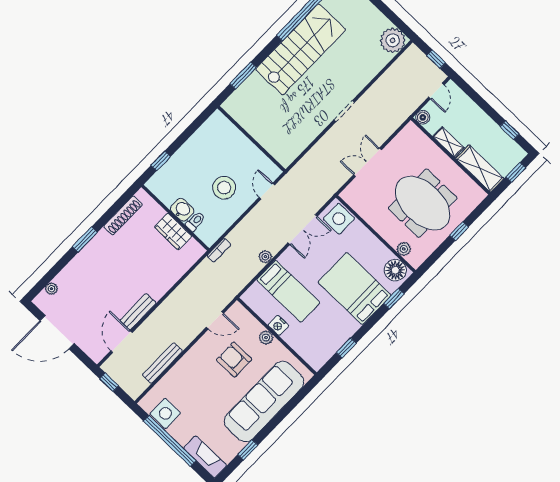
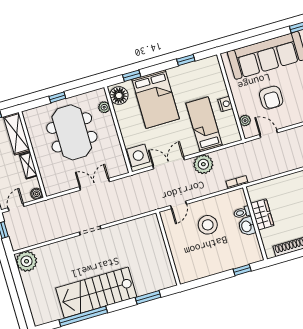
double door: (367, 162) -> (95, 184), swing flipped
plant: (265, 257) -> (203, 164), width x1.87, depth x1.87
plant: (266, 338) -> (245, 121), moved

